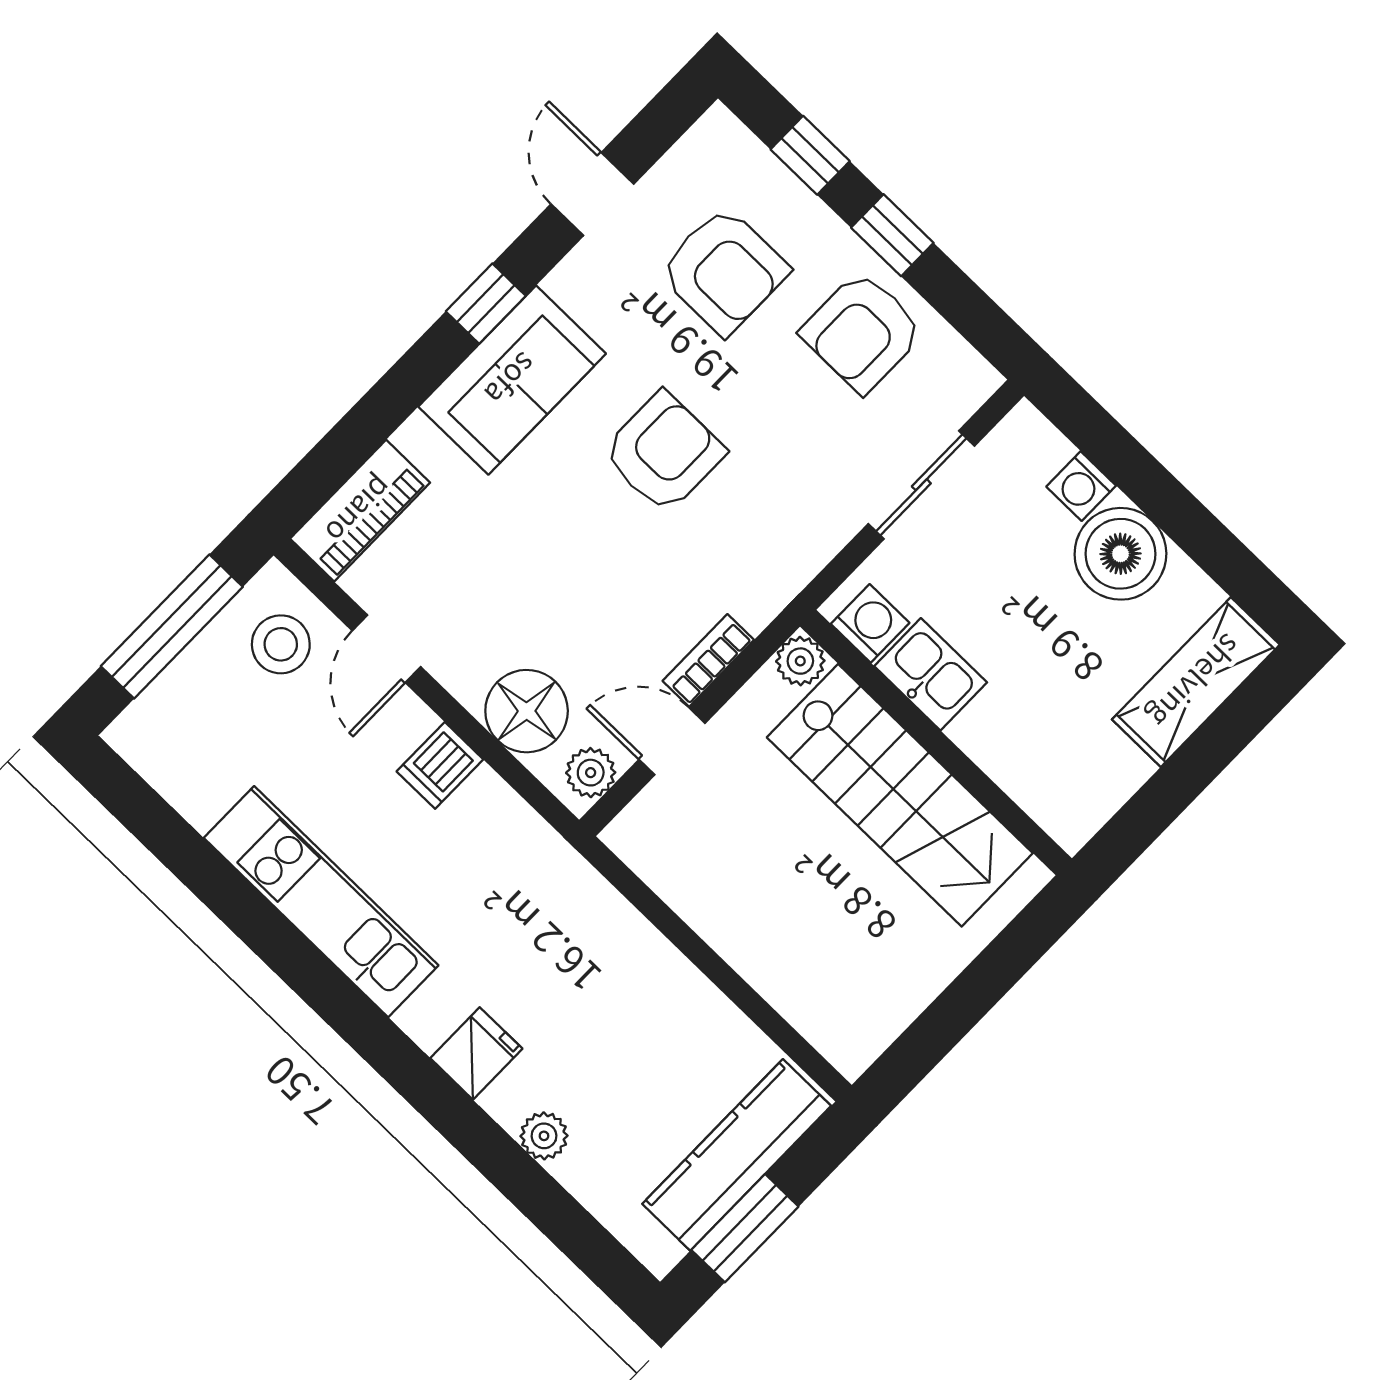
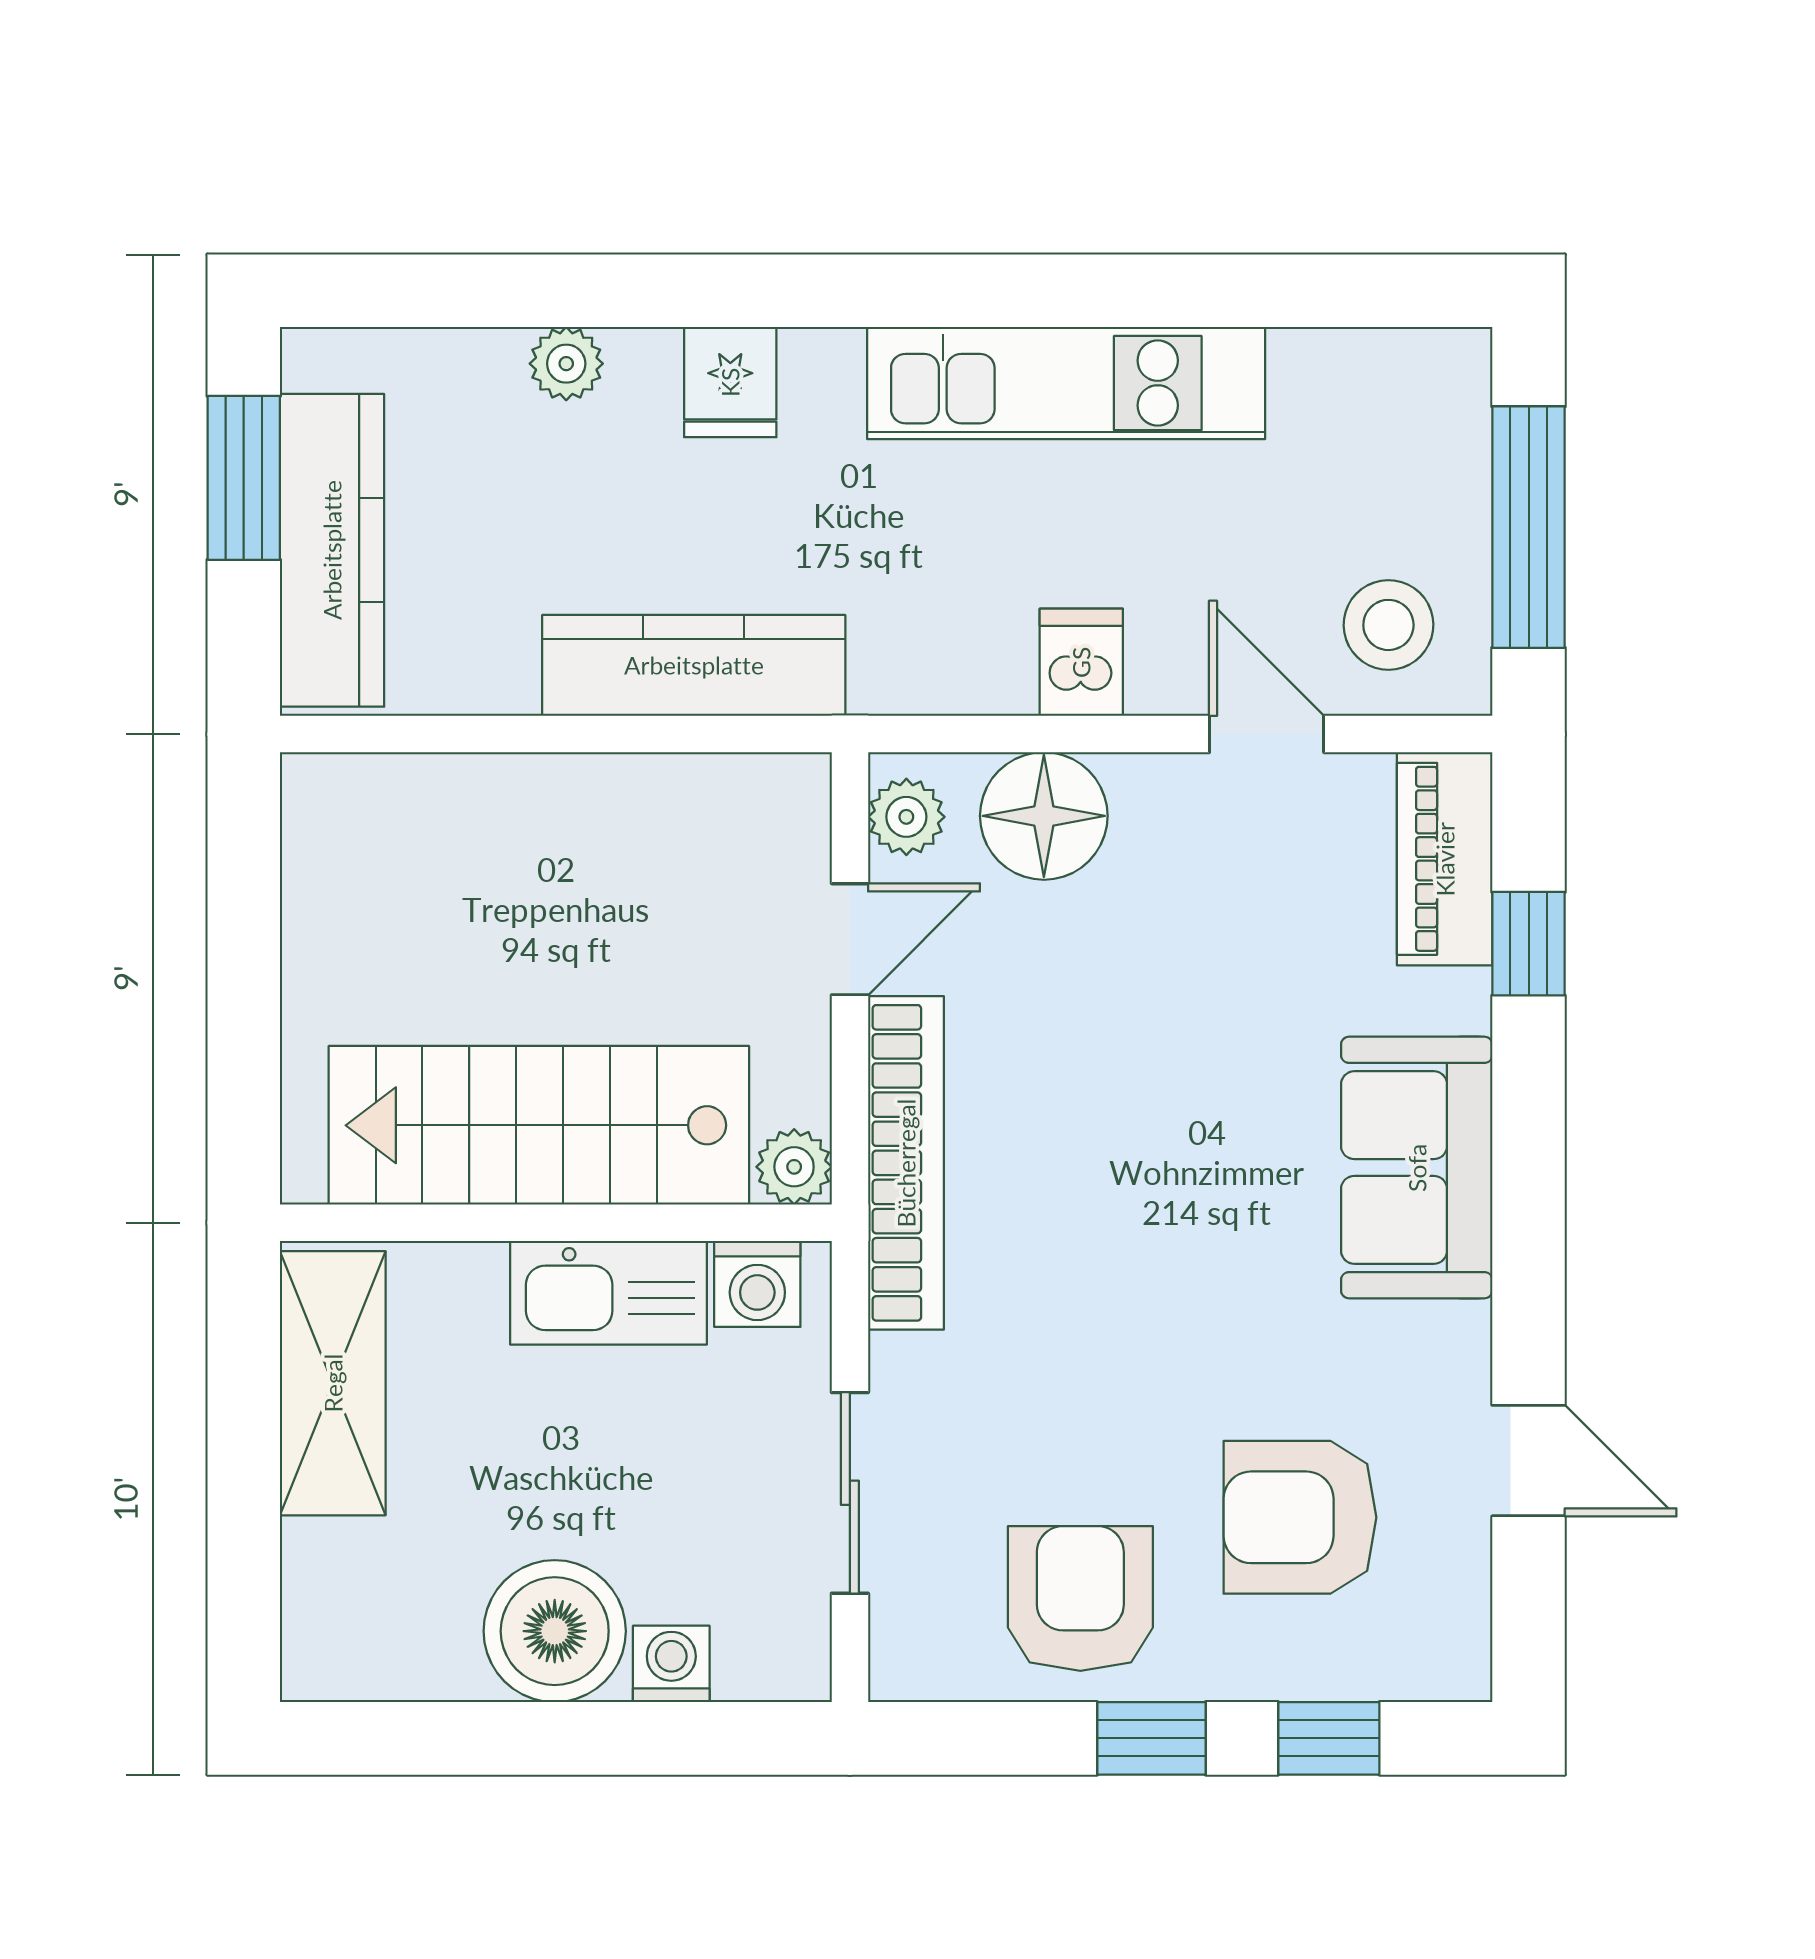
window: (486, 304) -> (1529, 944), moved
armchair: (664, 452) -> (1171, 1251), removed
bookcase: (708, 660) -> (906, 1163), width x2.31, depth x1.31
kitchen sink: (931, 674) -> (609, 1293), width x1.38
shelving: (1196, 682) -> (333, 1383), moved
kitchen counter: (621, 939) -> (694, 665), added

